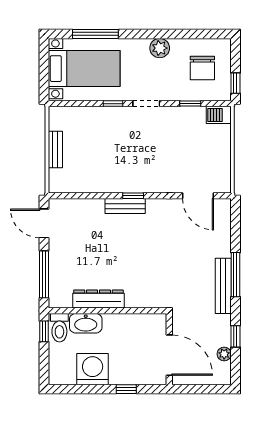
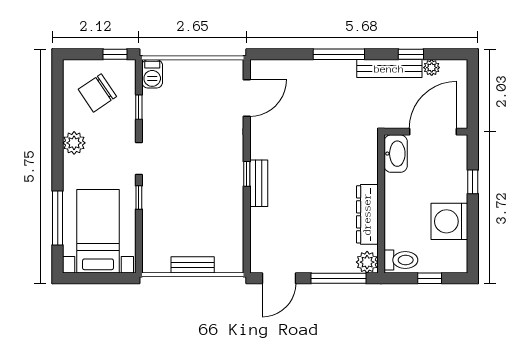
chair: (202, 68) -> (97, 93), turned 146
bench: (223, 286) -> (389, 69), moved
plant: (58, 299) -> (367, 262), added
washbasin: (86, 323) -> (396, 154), moved
window: (44, 331) -> (430, 278), moved

